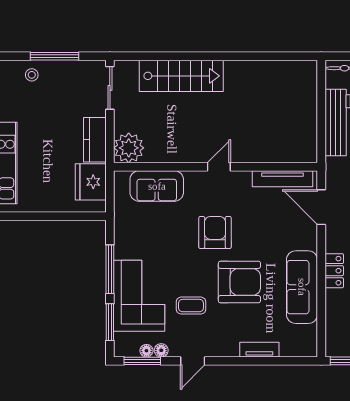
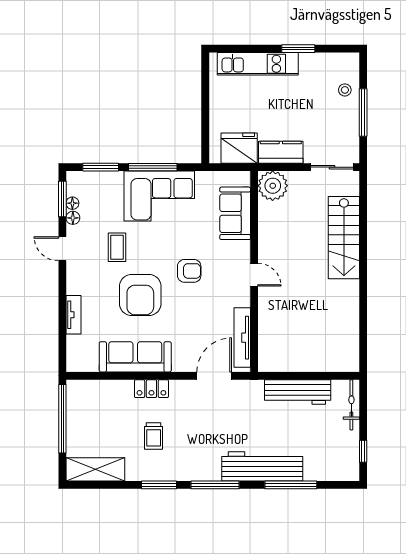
armchair: (215, 232) -> (189, 271), width x0.72, depth x0.72
corner sofa: (139, 296) -> (159, 196), moved

